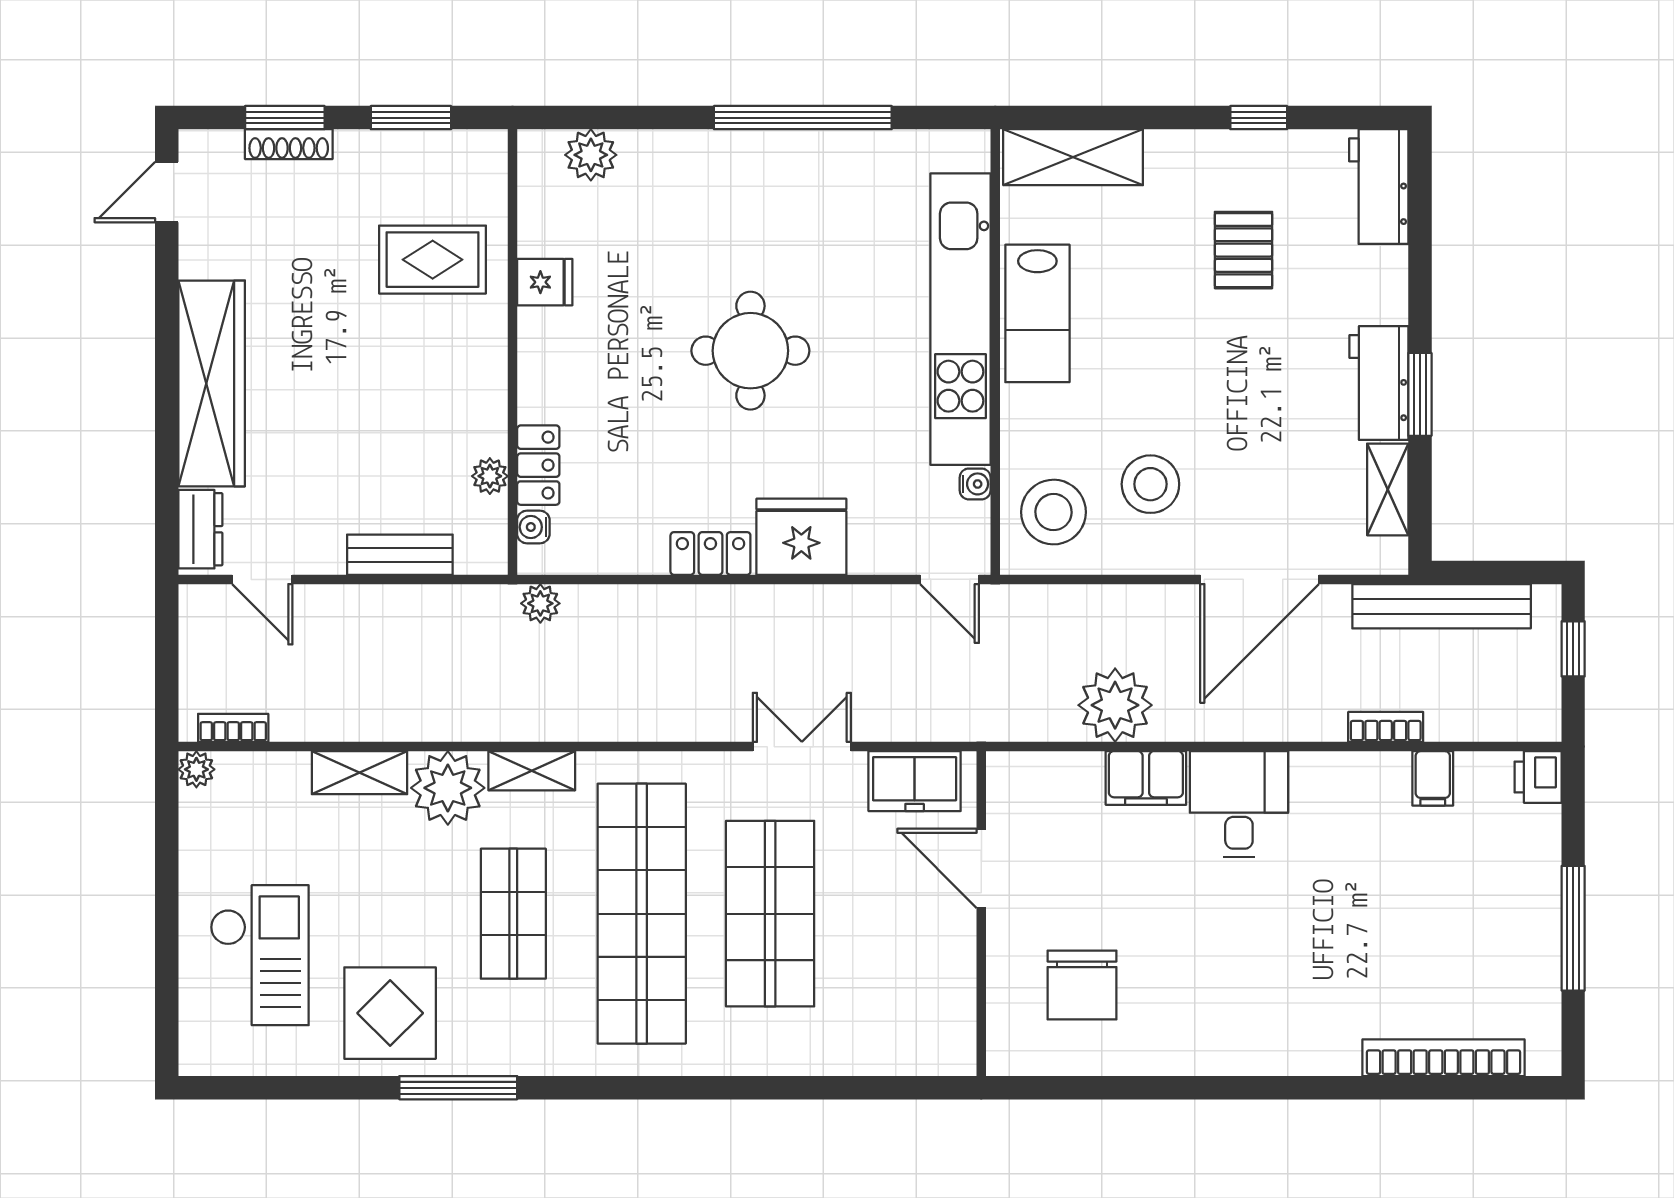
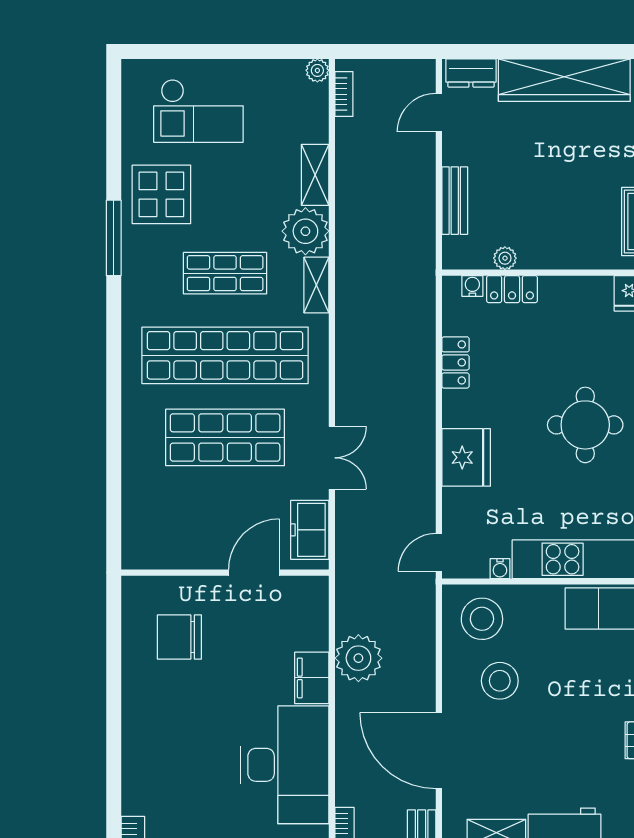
locker: (710, 553) -> (455, 362), moved
plant: (540, 603) -> (423, 290), removed
desk: (1239, 804) -> (285, 765), width x1.87, depth x1.30

